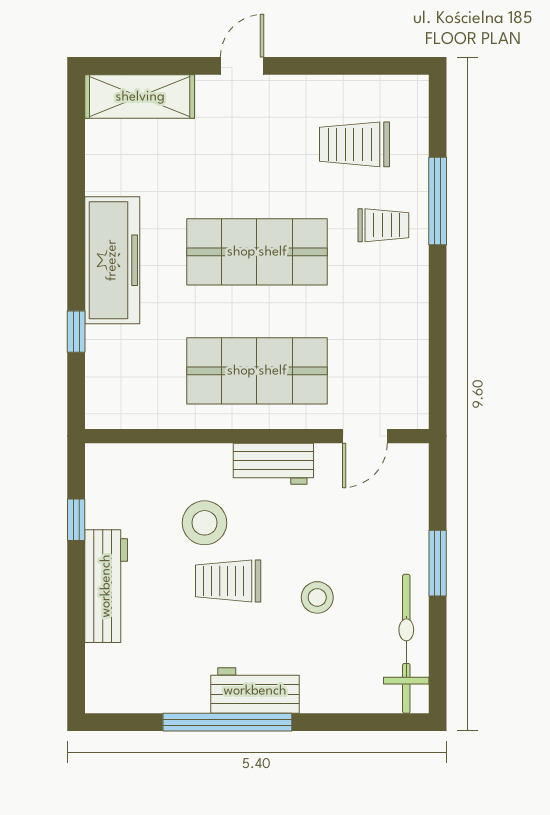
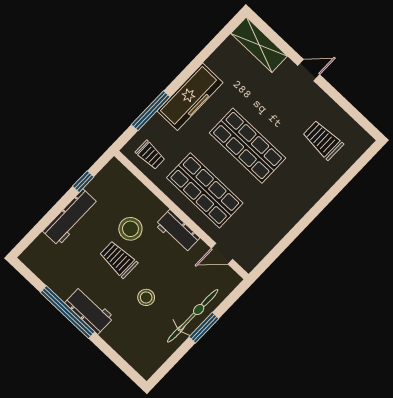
window: (438, 201) -> (334, 191), removed
trolley: (383, 225) -> (150, 155), moved
window: (76, 332) -> (151, 111), width x2.17
bicycle: (406, 644) -> (193, 316), moved

